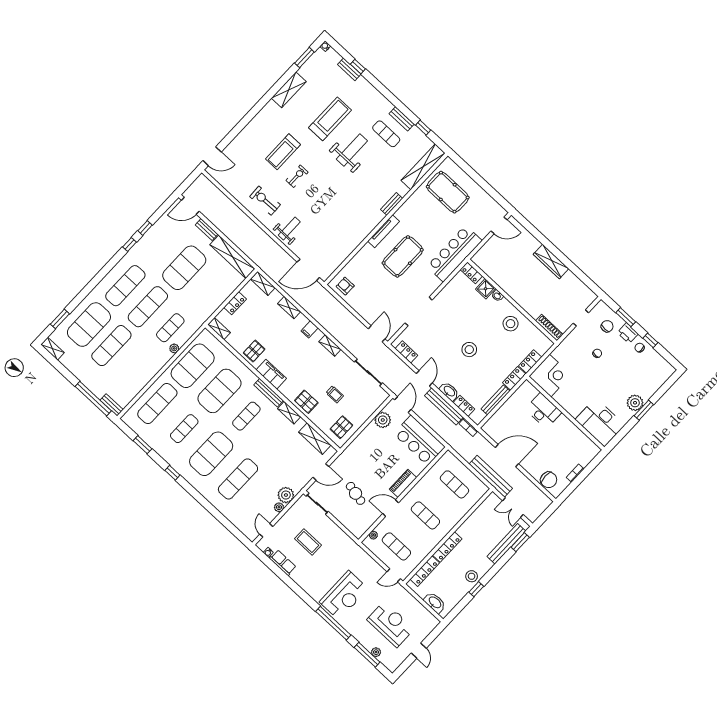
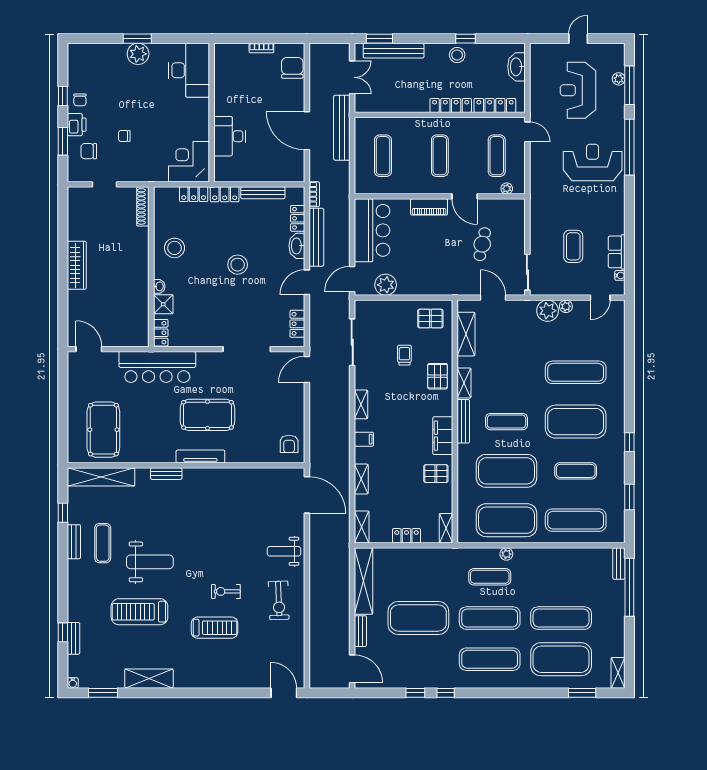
weight bench: (352, 150) -> (150, 562), turned 180

